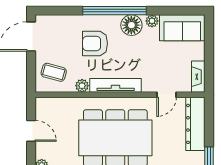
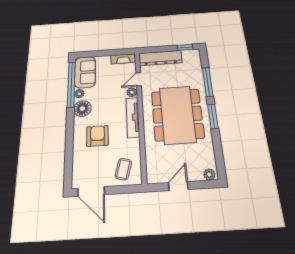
window: (114, 11) -> (71, 84), moved
armchair: (95, 43) -> (97, 136), turned 180
plant: (82, 86) -> (132, 92), moved
door: (167, 95) -> (139, 79), swing flipped

